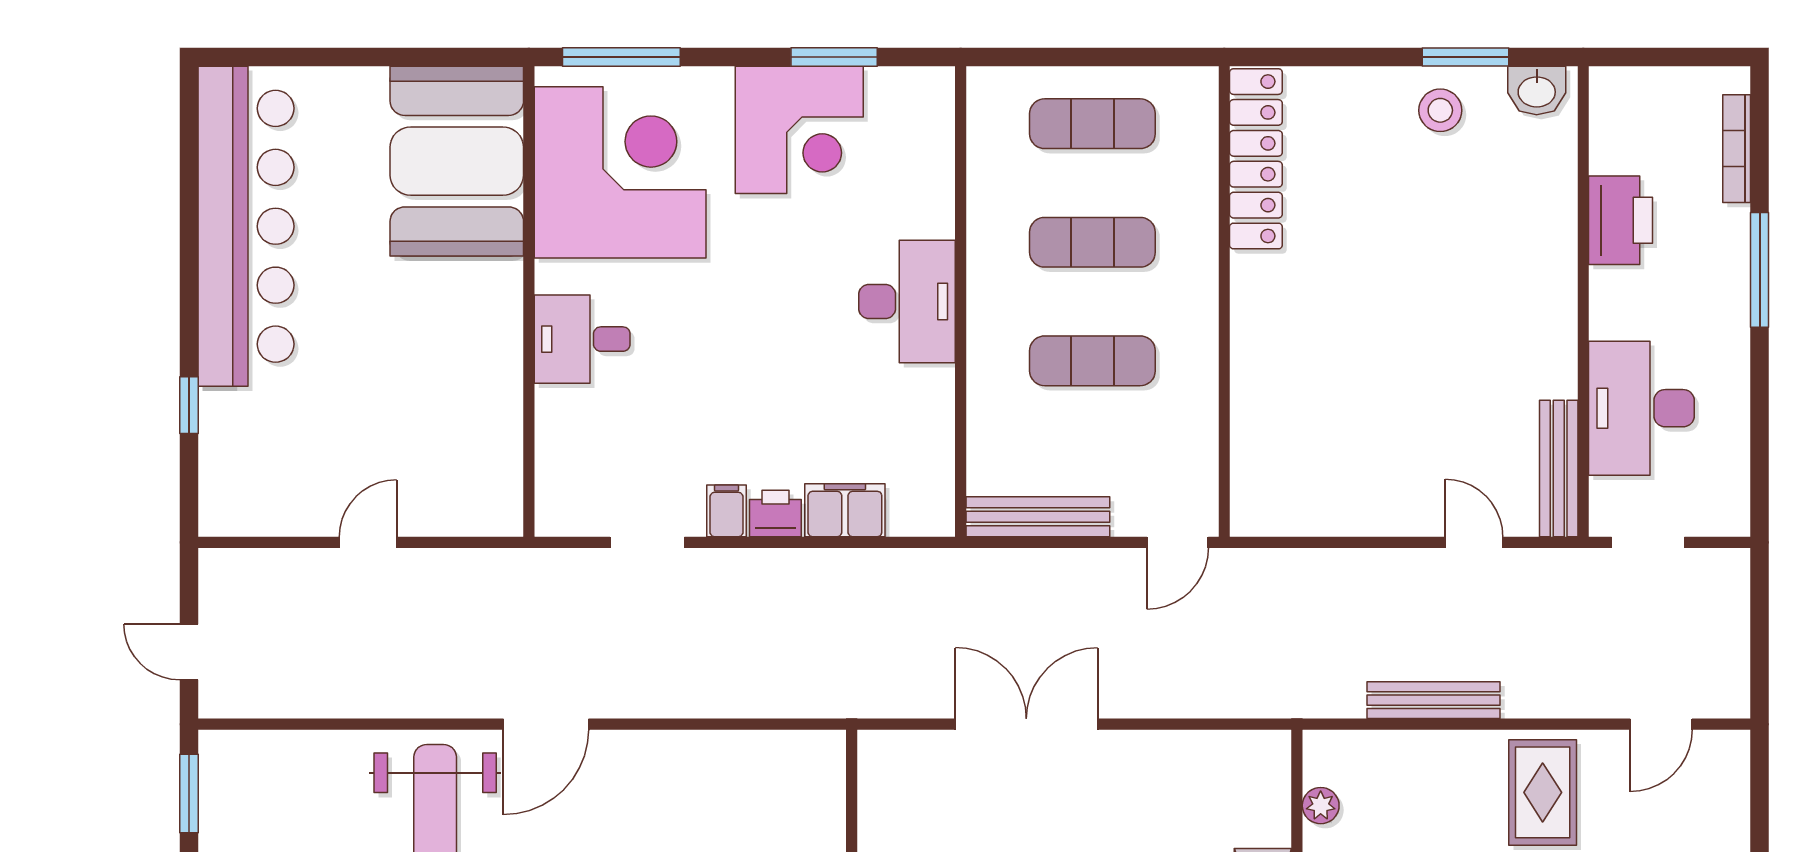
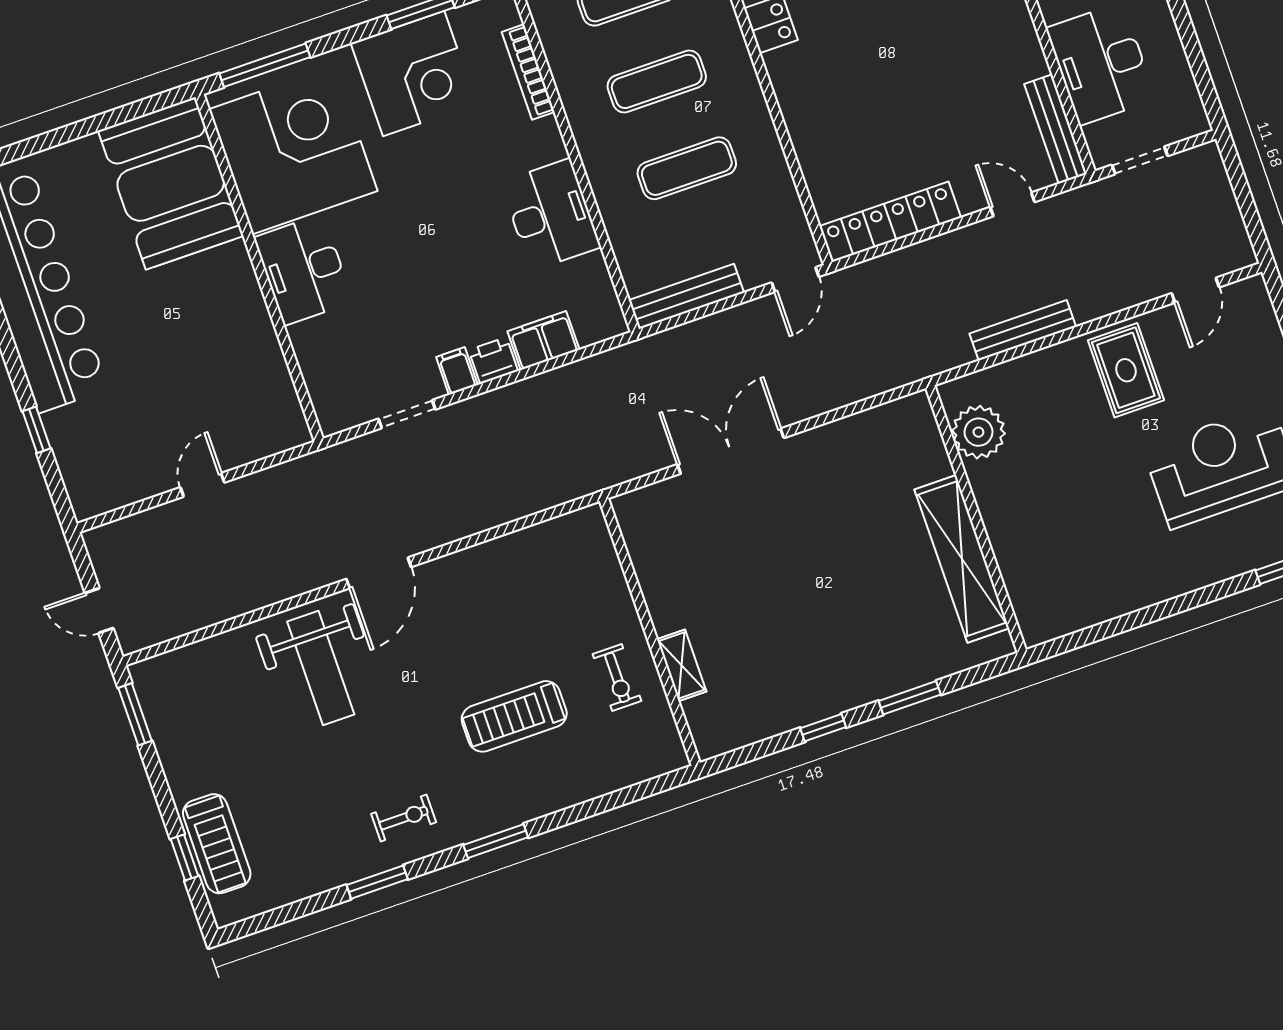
bookcase: (940, 176) -> (528, 72), added
desk: (907, 302) -> (551, 215), moved
desk: (582, 339) -> (303, 270), width x1.37
locker: (1318, 512) -> (890, 222), added
plant: (1321, 806) -> (978, 432), width x1.88, depth x1.88

